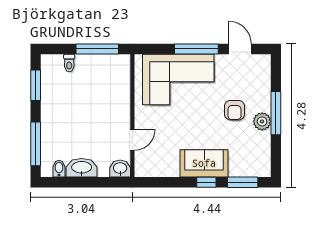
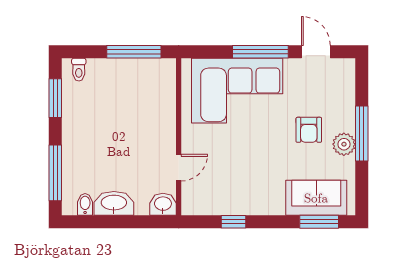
toilet: (69, 63) -> (79, 70), moved
sofa: (204, 163) -> (316, 198), moved
window: (206, 182) -> (234, 222), moved

